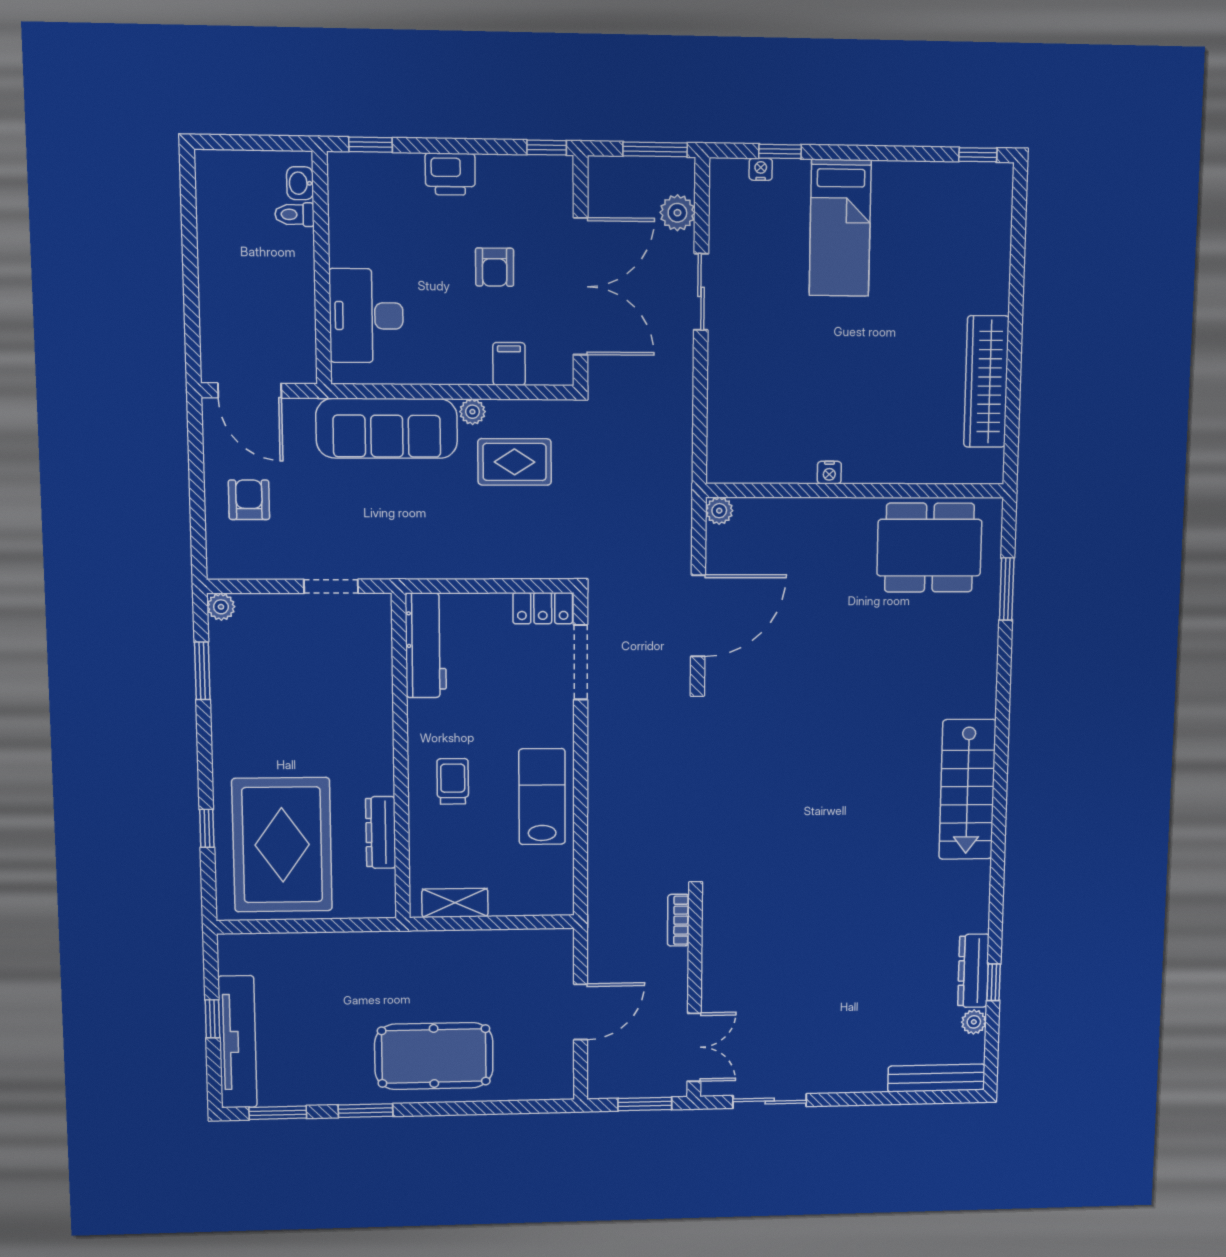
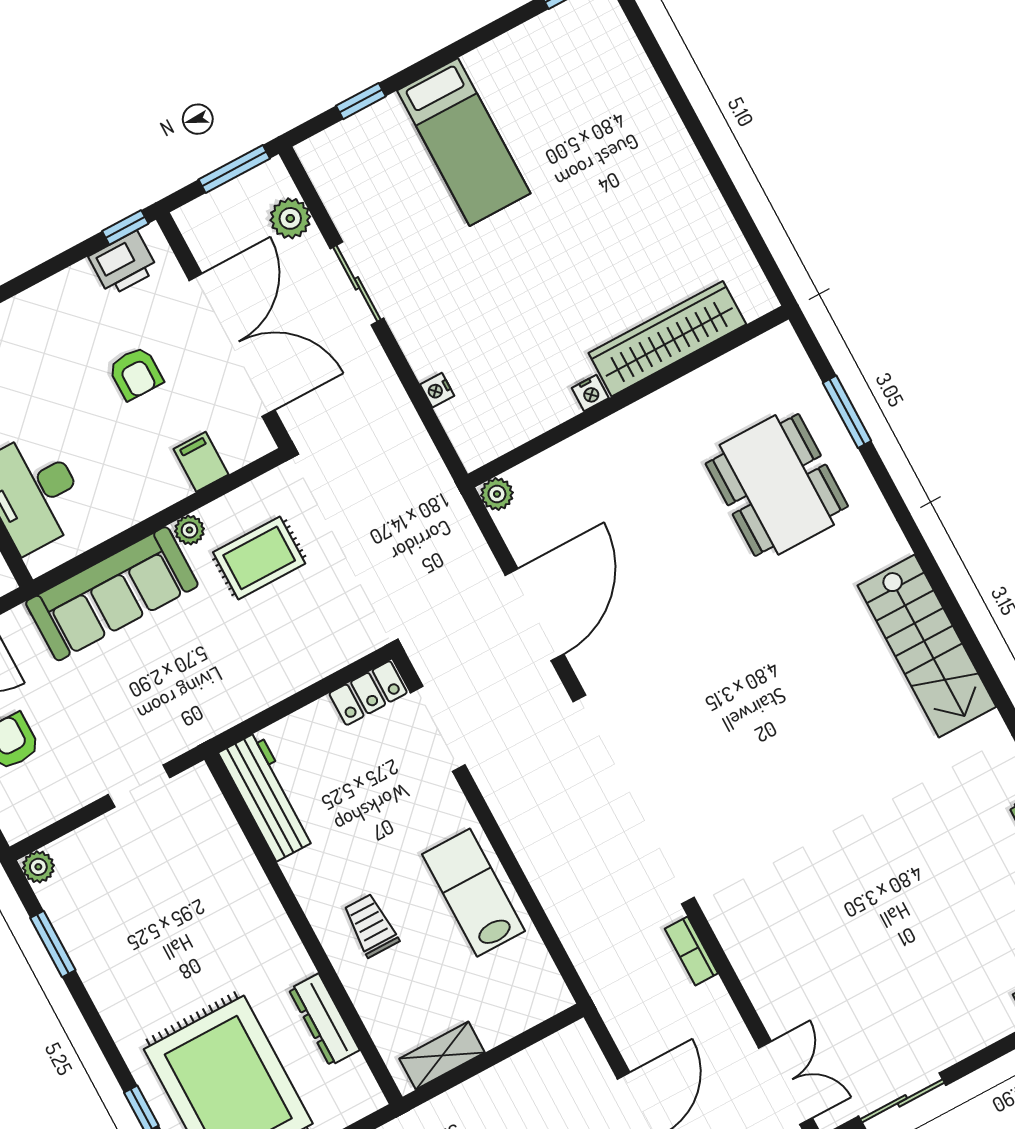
nightstand: (761, 169) -> (437, 390), moved, turned -90
printer: (450, 174) -> (123, 263), moved
wardrobe: (986, 382) -> (667, 339), moved, turned 90
dining table: (929, 548) -> (777, 485), moved, turned 90

